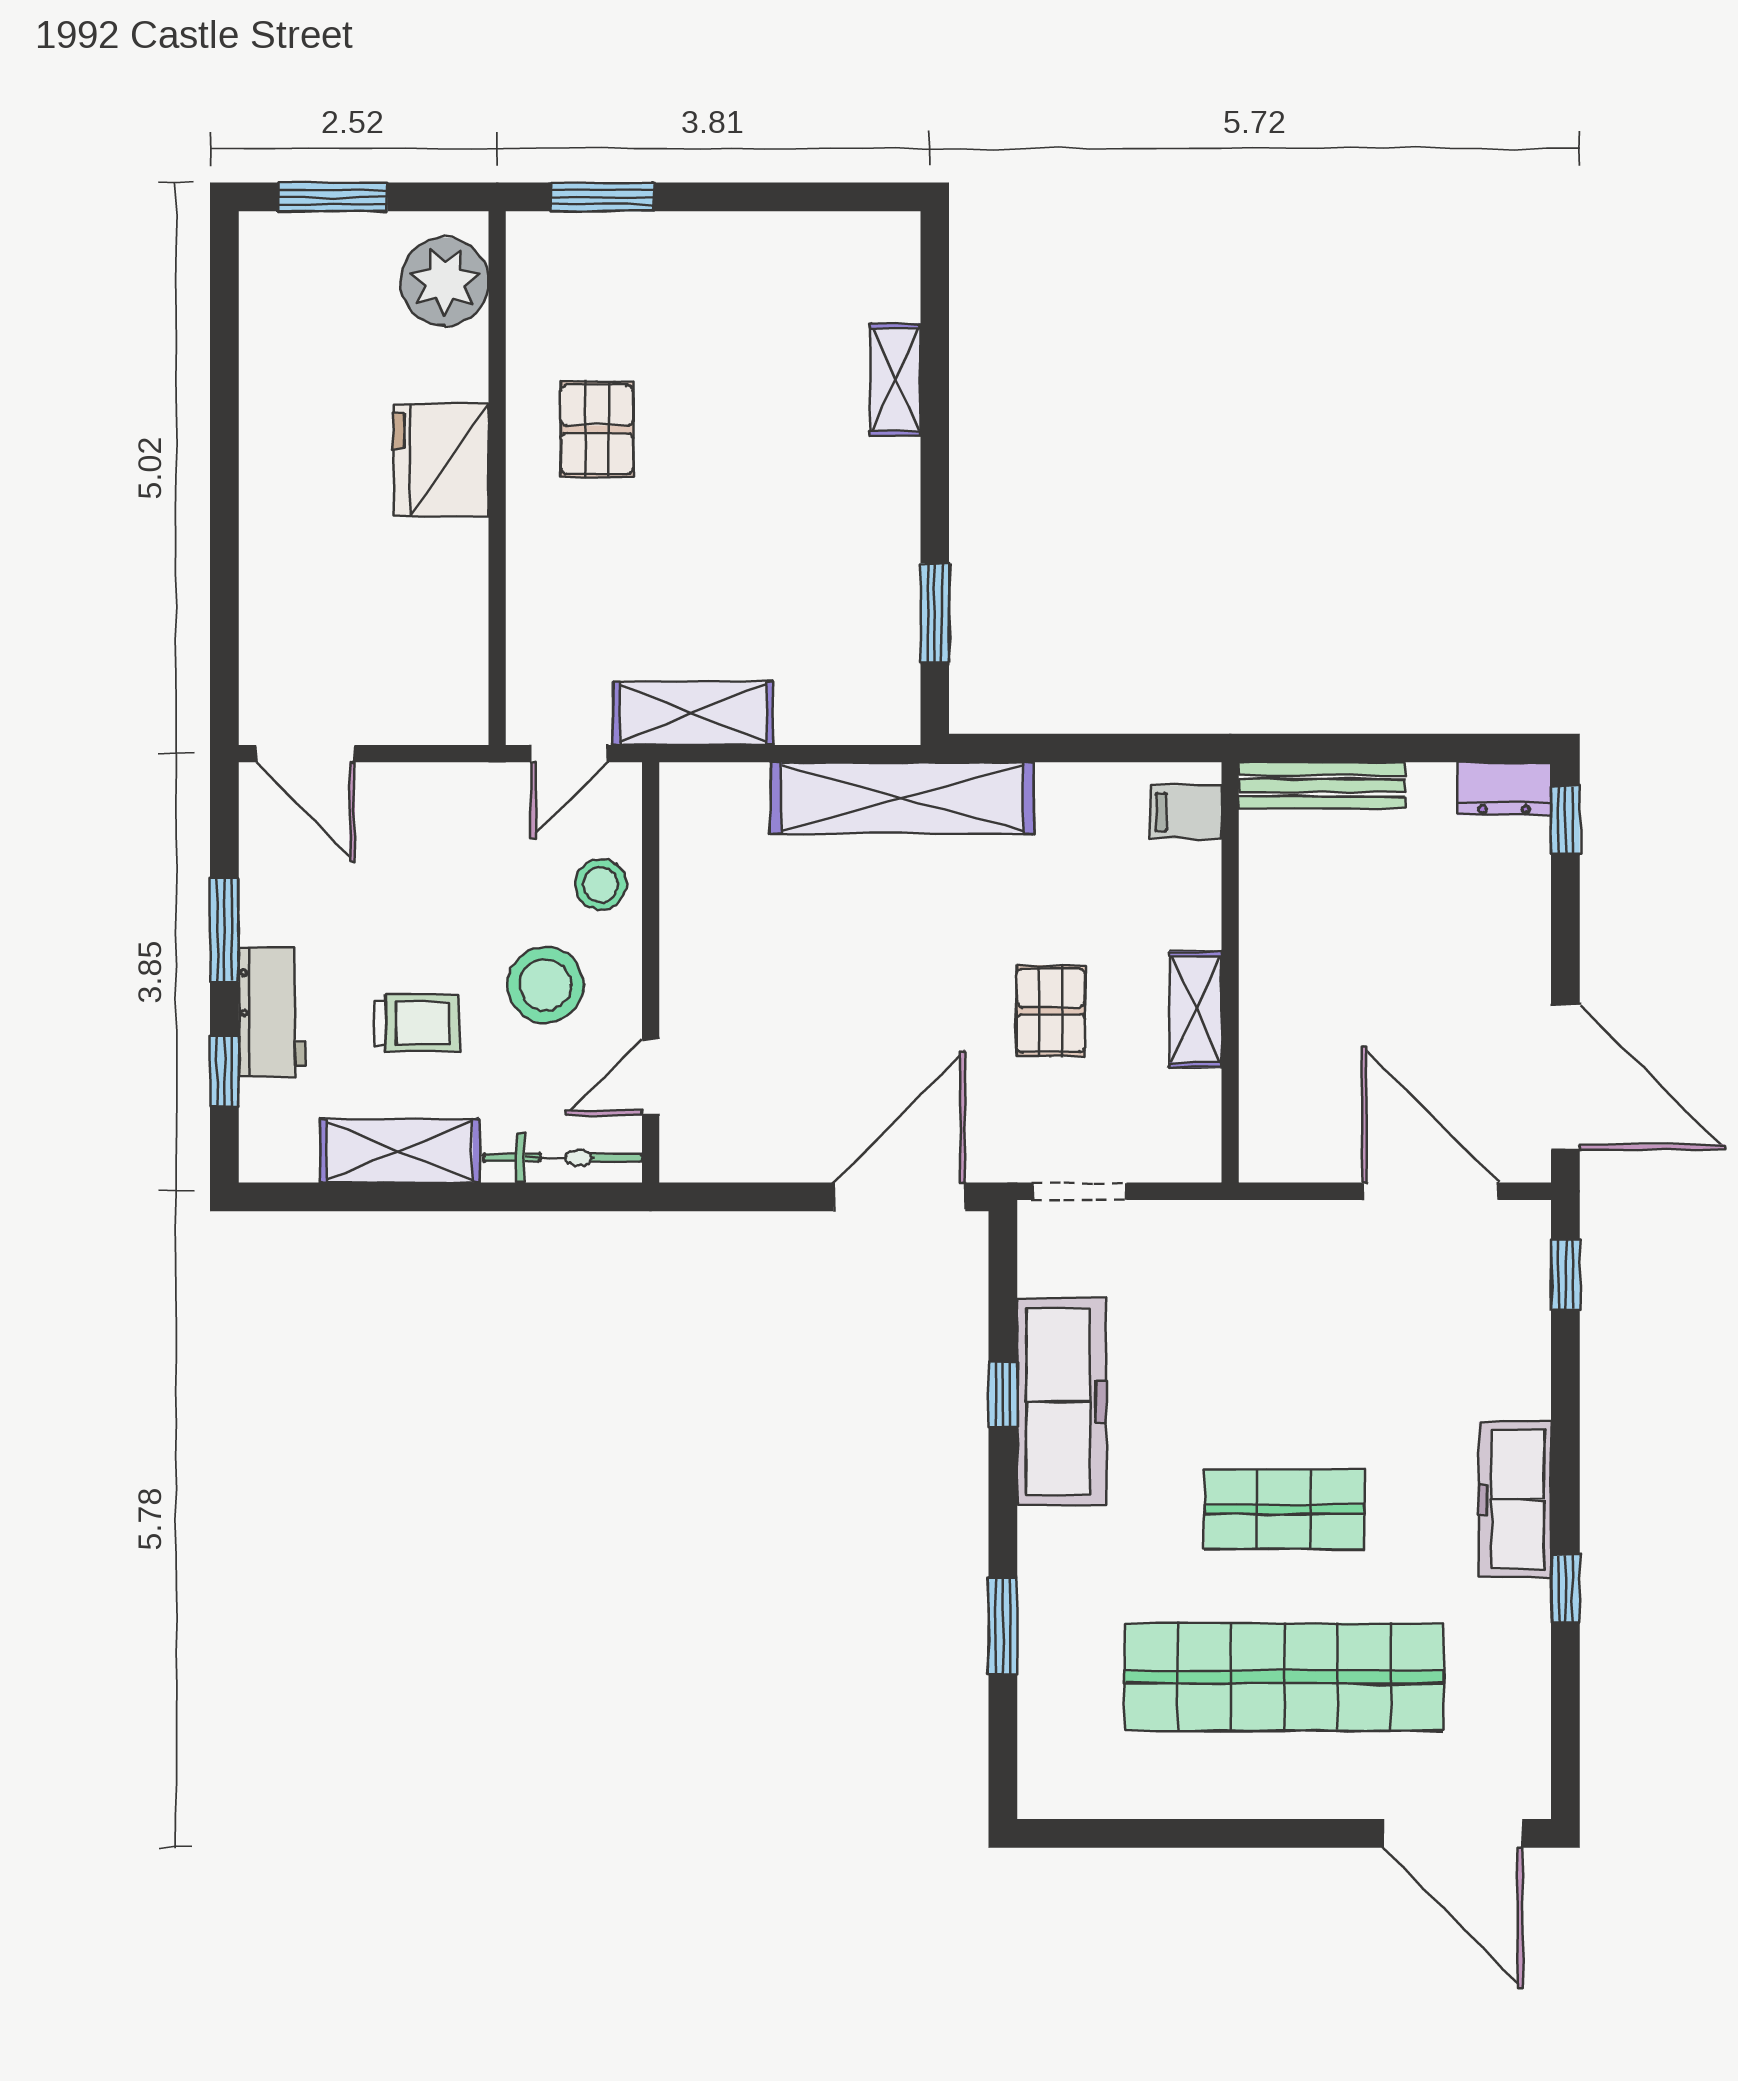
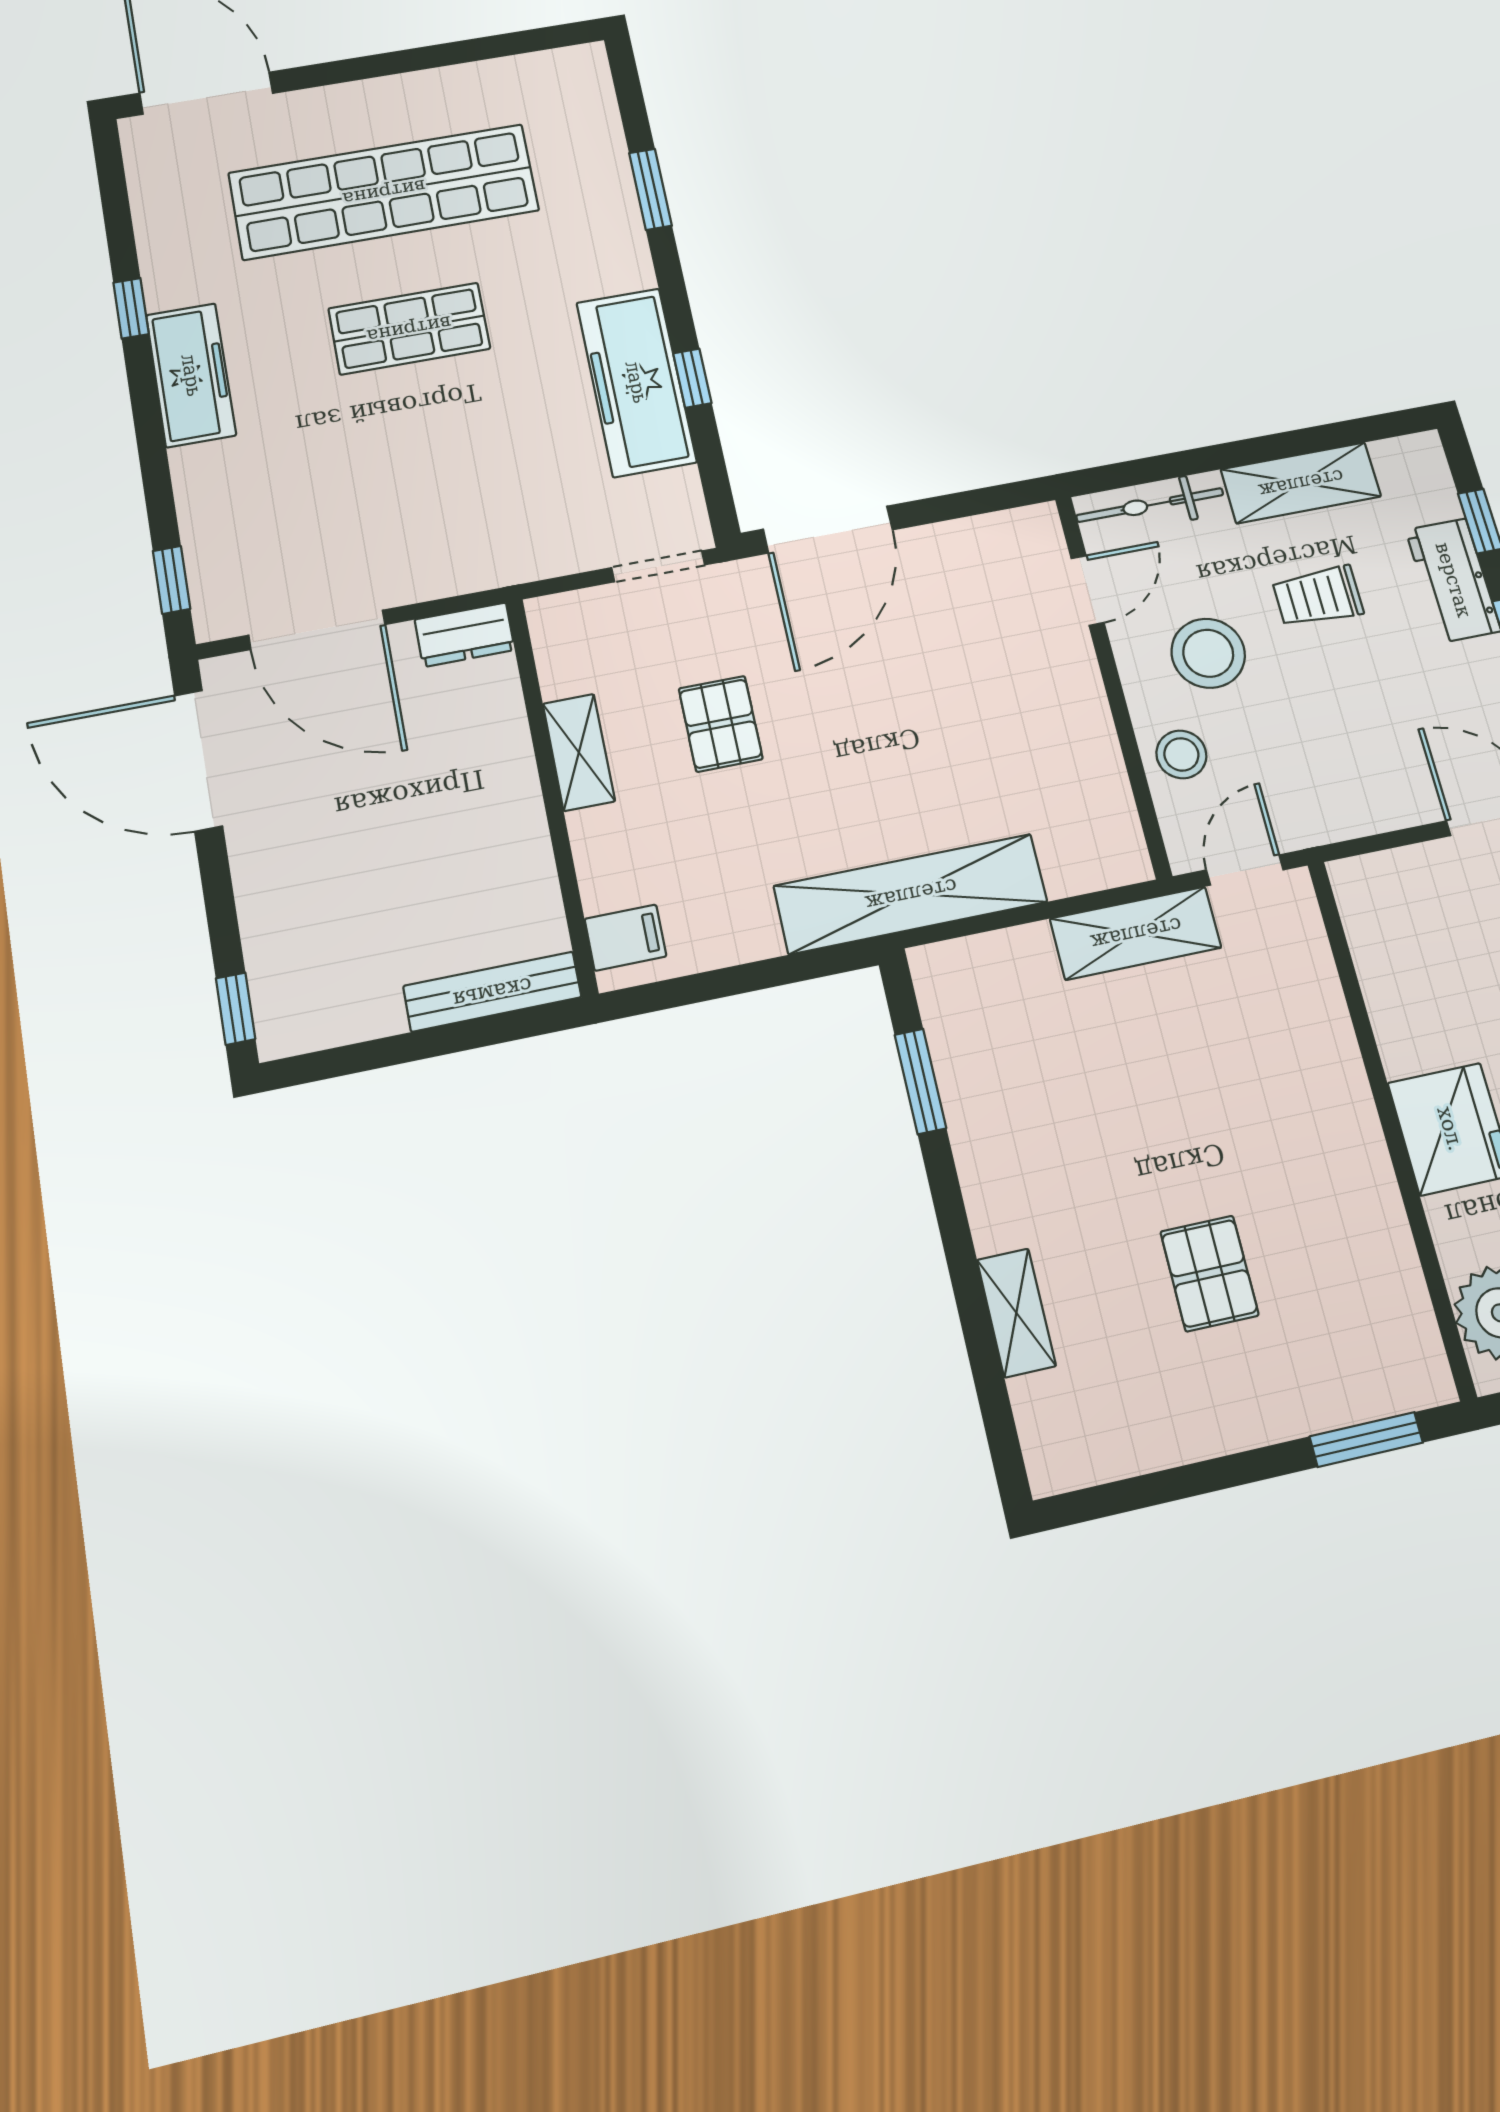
pallet: (597, 429) -> (1209, 1273), moved
dresser: (1504, 789) -> (465, 635), moved, turned 180

